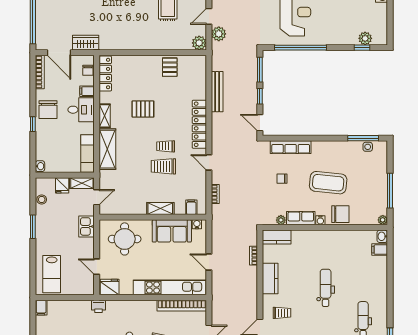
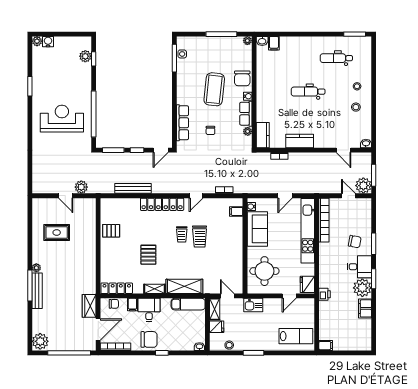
plant: (199, 43) -> (89, 204), removed
shelving: (160, 209) -> (237, 239), removed
chair: (340, 214) -> (242, 78), turned 180
trolley: (282, 313) -> (330, 130), removed

